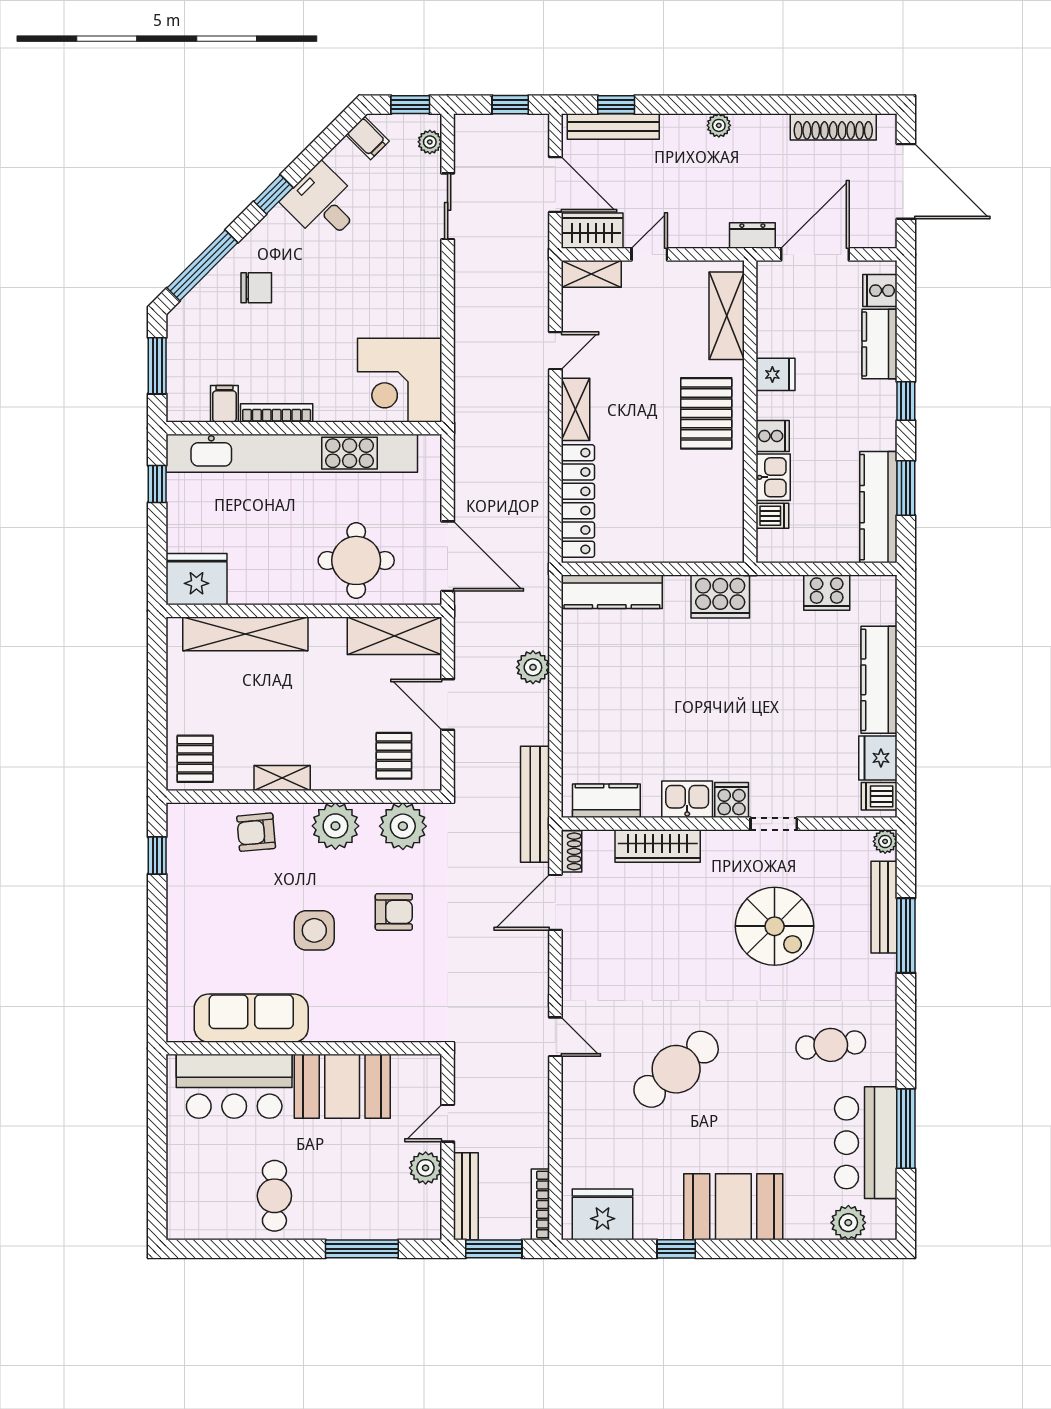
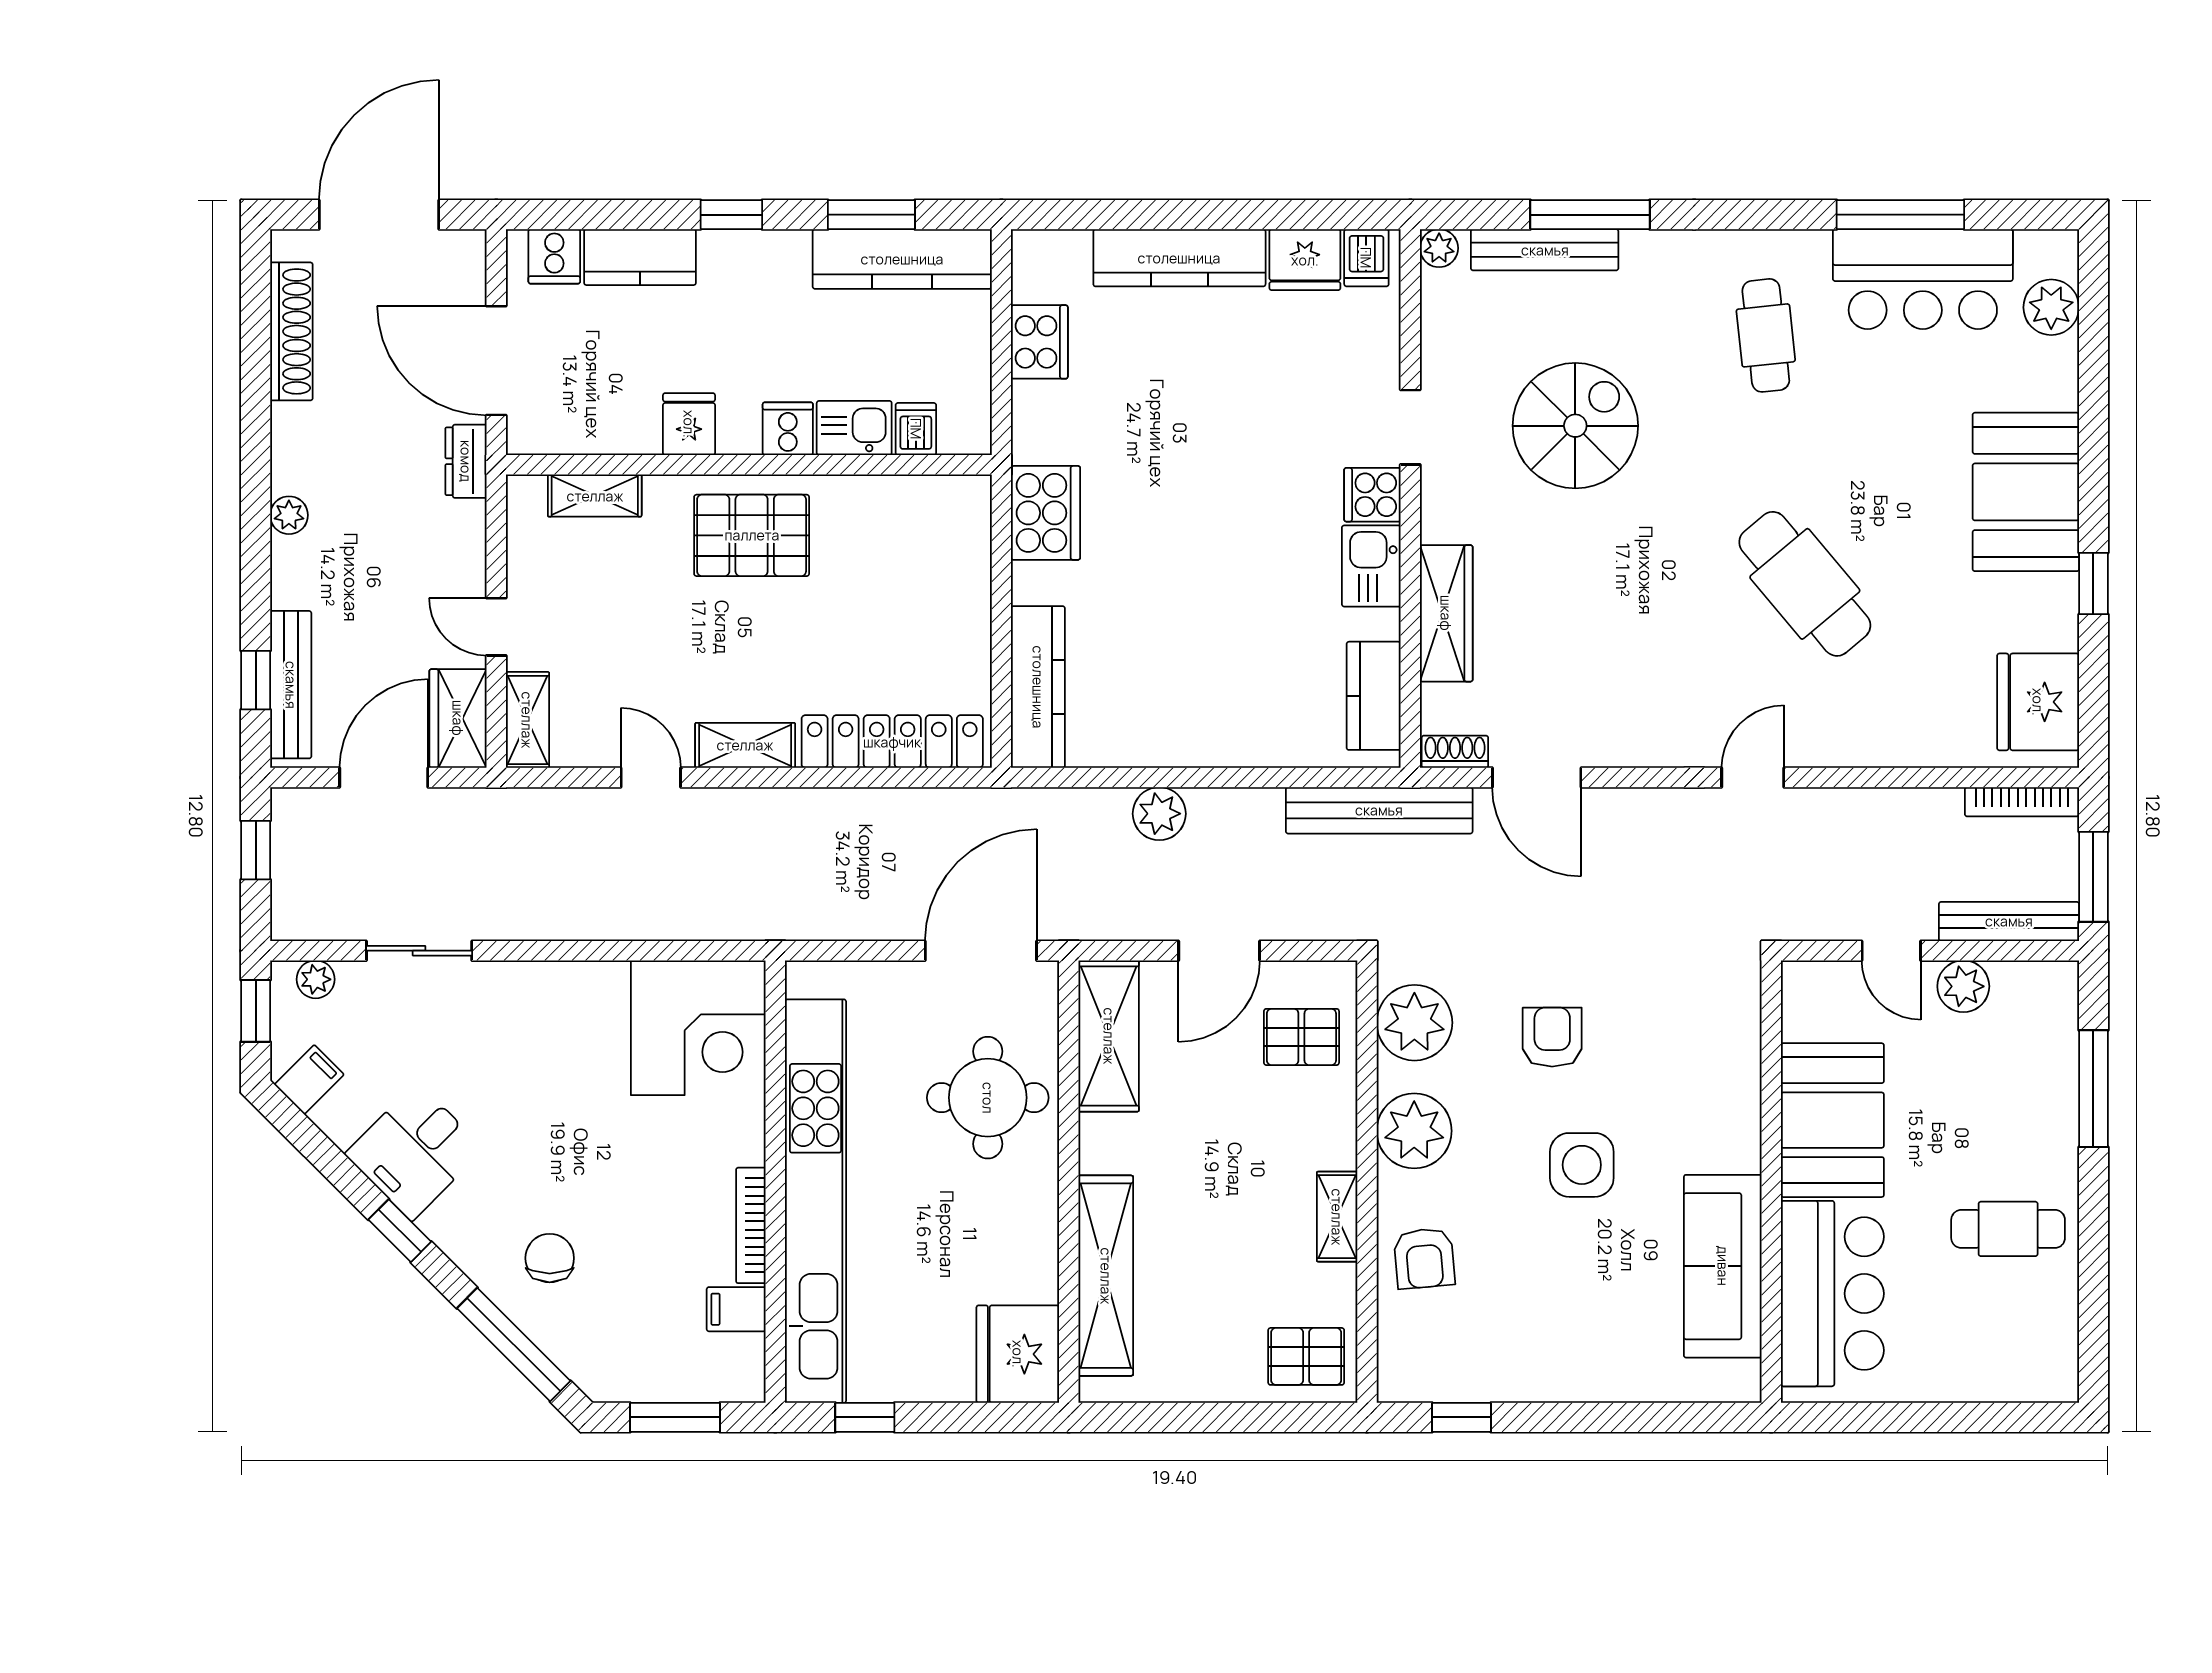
shelving: (727, 316) -> (595, 496), width x0.67, depth x0.75

